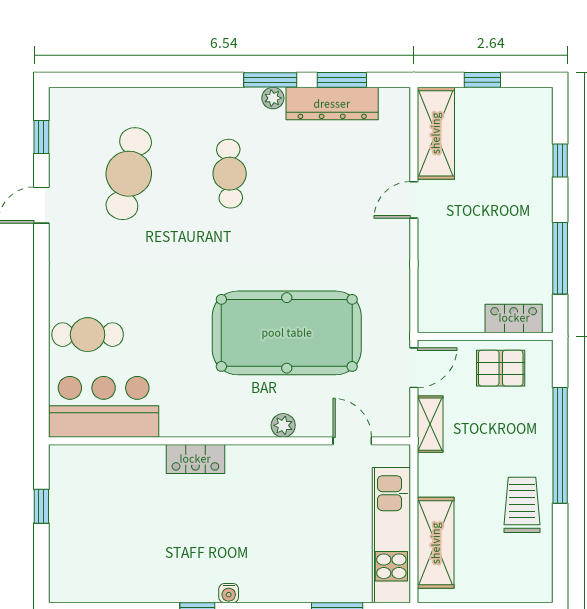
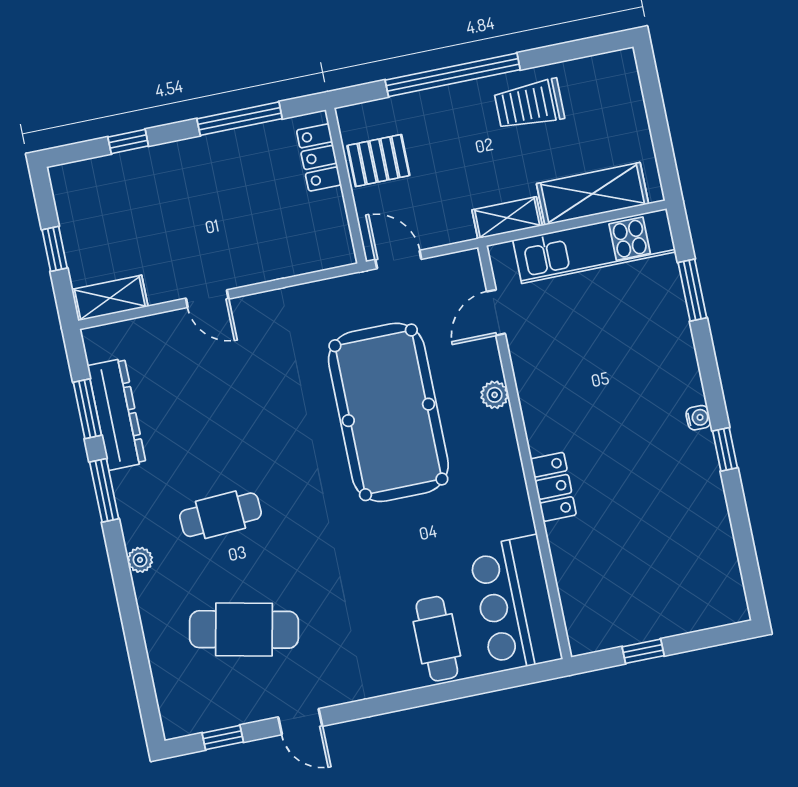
plant: (273, 98) -> (140, 560), moved
shelving: (436, 133) -> (110, 298), width x0.67, depth x0.75
pallet: (501, 368) -> (378, 161), turned 90
shelving: (430, 424) -> (507, 218), moved

